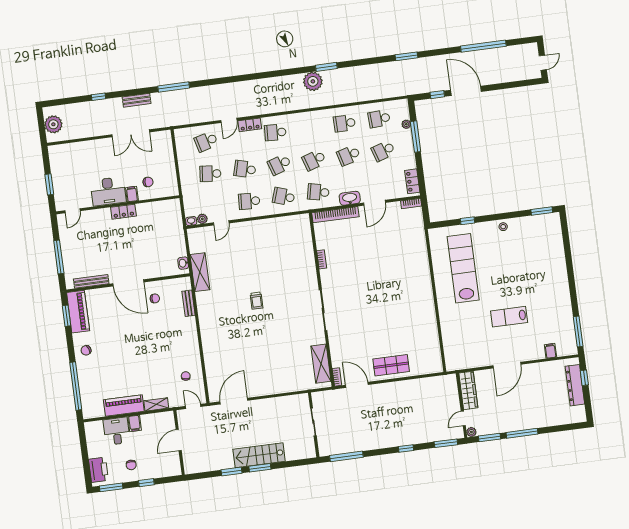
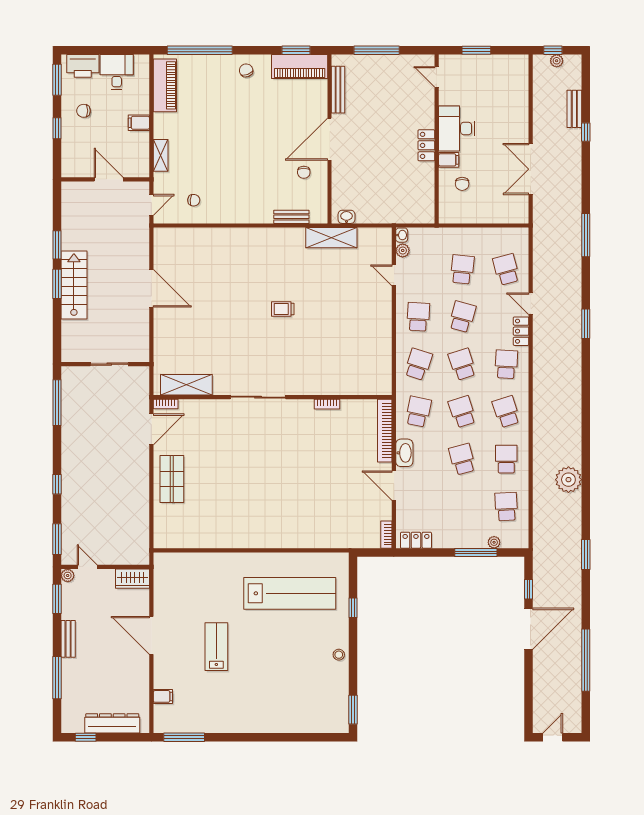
door: (543, 63) -> (553, 737), swing flipped
window: (326, 67) -> (586, 324), moved
plant: (313, 81) -> (568, 480), moved
bench: (137, 100) -> (574, 109), moved
plant: (53, 124) -> (557, 61), width x0.53, depth x0.53
window: (42, 129) -> (553, 50), added
school desk: (383, 151) -> (506, 412), moved
window: (584, 378) -> (86, 737), moved
wardrobe: (468, 390) -> (133, 579), width x0.67
door: (234, 401) -> (151, 288), moved
piano: (124, 406) -> (165, 85), moved
bench: (518, 426) -> (68, 639), added
desk: (117, 431) -> (117, 72), moved, turned -90
window: (522, 433) -> (57, 678), moved

